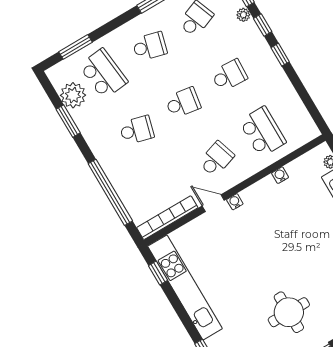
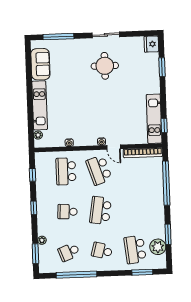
window: (263, 25) -> (33, 175), moved
school desk: (183, 103) -> (101, 210), width x1.85
school desk: (137, 130) -> (134, 209), removed
school desk: (216, 159) -> (99, 170), width x1.85
kitchen unit: (185, 287) -> (154, 119), width x0.73

